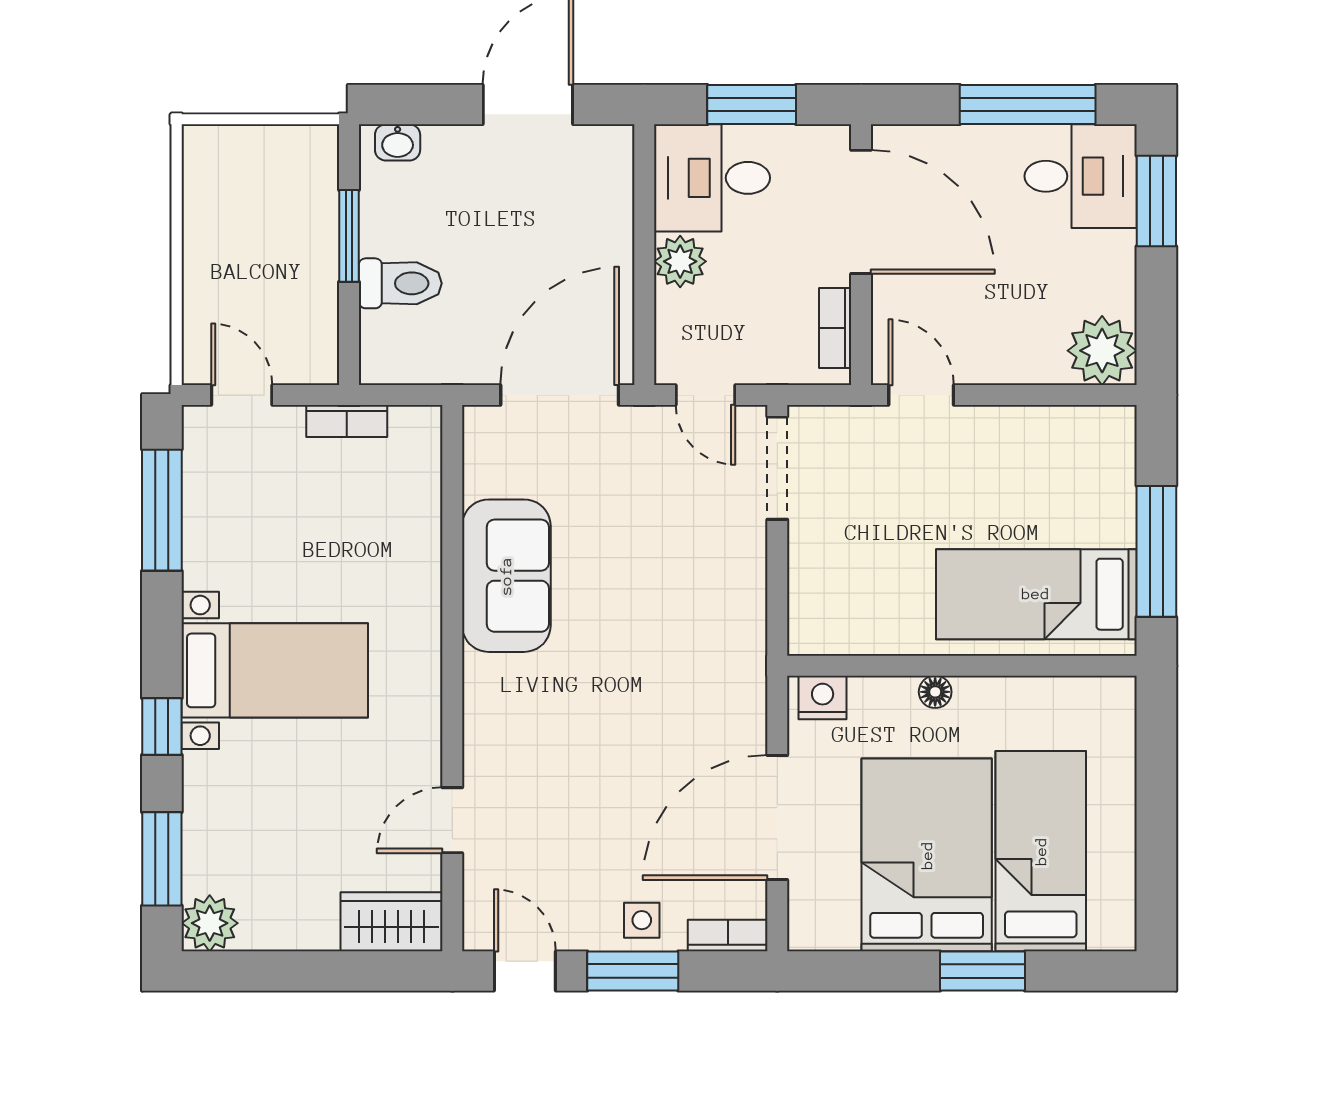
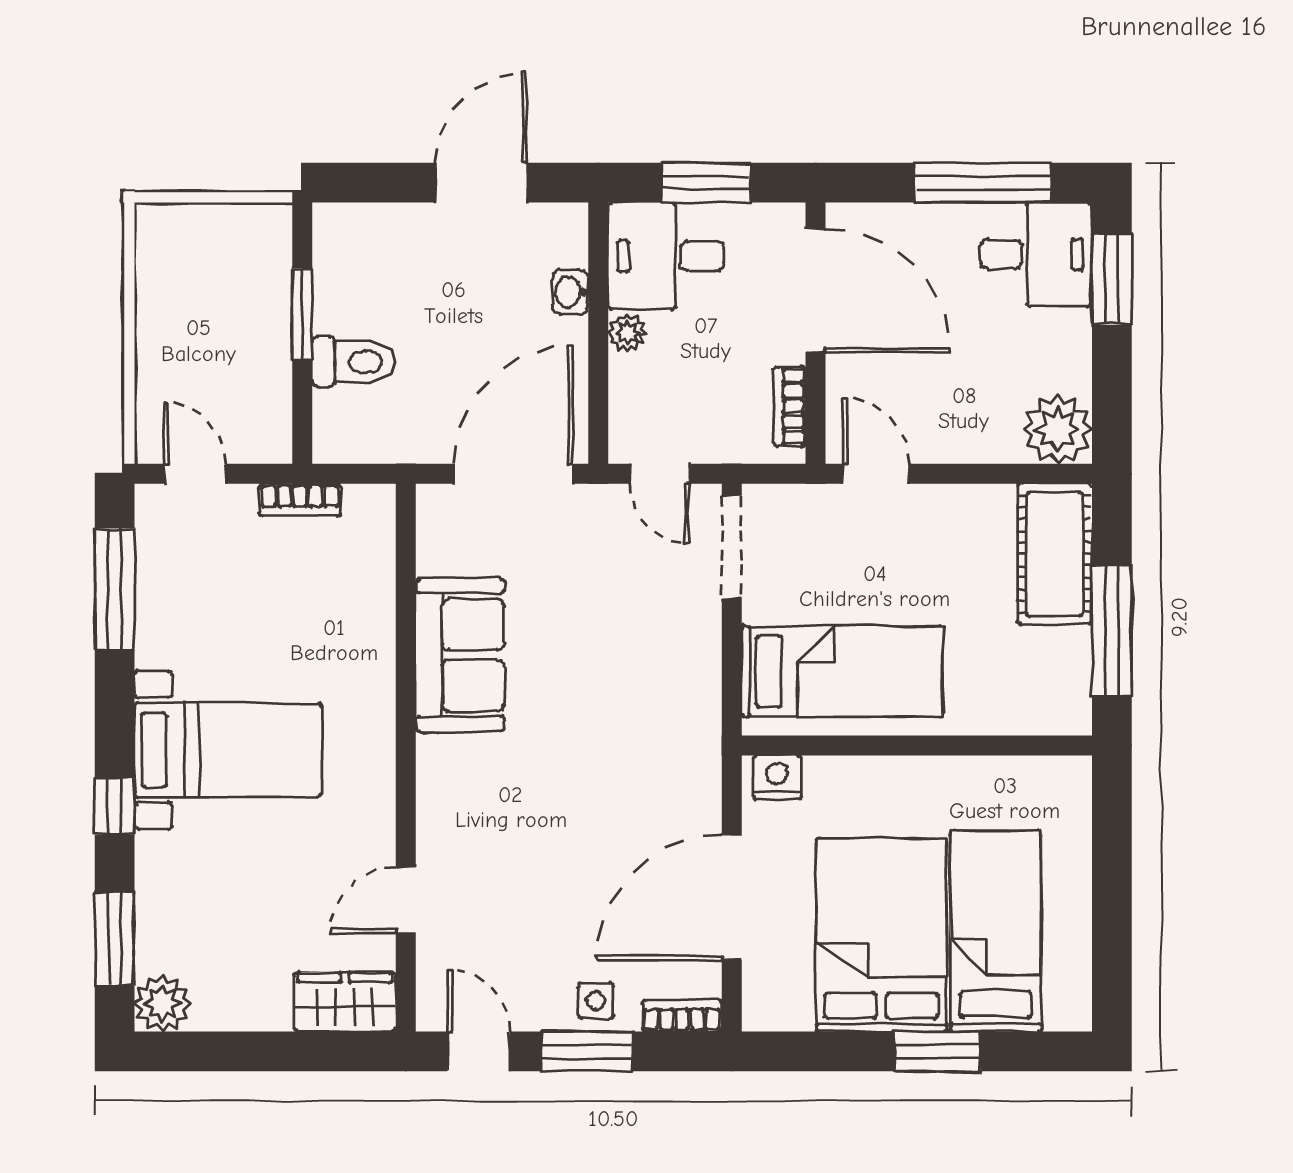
washbasin: (398, 142) -> (570, 292), moved, turned 90
plant: (680, 261) -> (627, 333), width x0.73, depth x0.73
cot: (1099, 475) -> (1055, 554), added
bed: (1036, 594) -> (842, 671), moved, turned 180
floor lamp: (935, 692) -> (890, 772), removed

